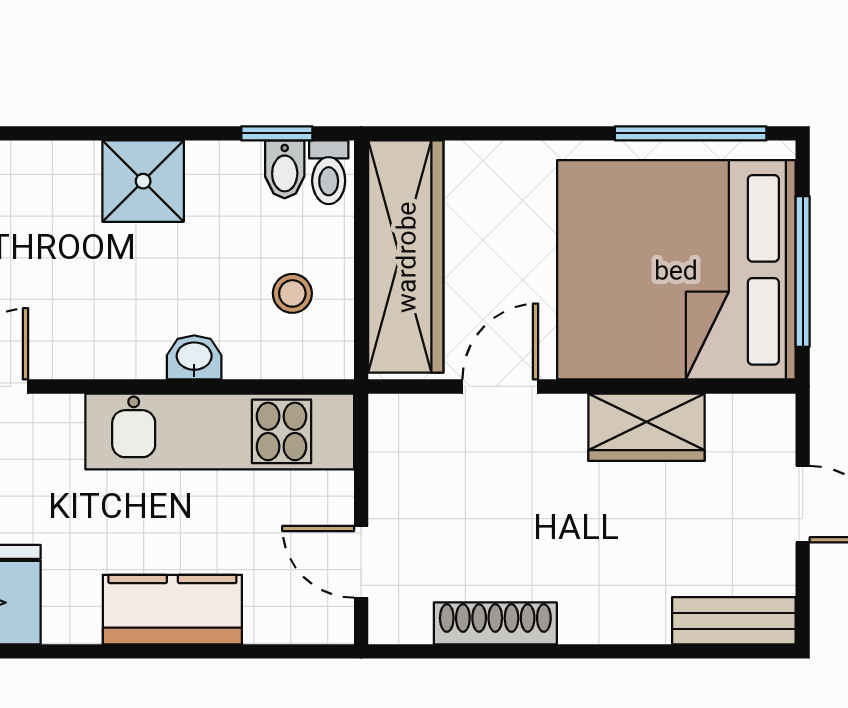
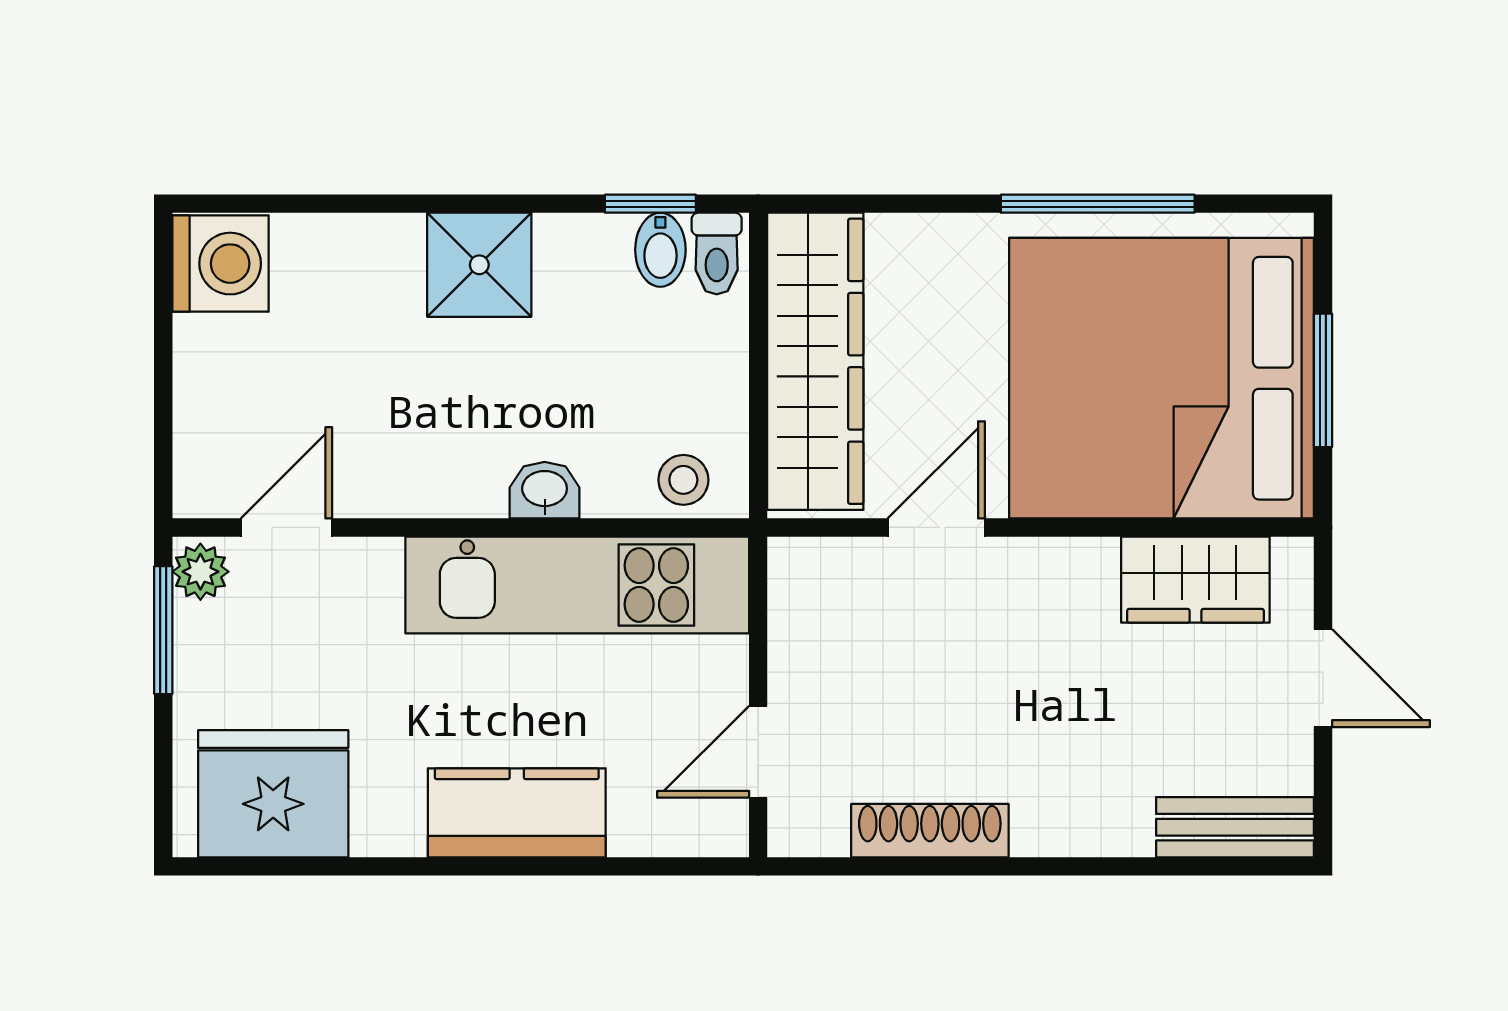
window: (691, 133) -> (1098, 204), moved
window: (803, 272) -> (1323, 380), width x0.69
stool: (292, 293) -> (683, 480), moved
wardrobe: (647, 427) -> (1195, 580), moved
door: (361, 562) -> (758, 752), hinge flipped

